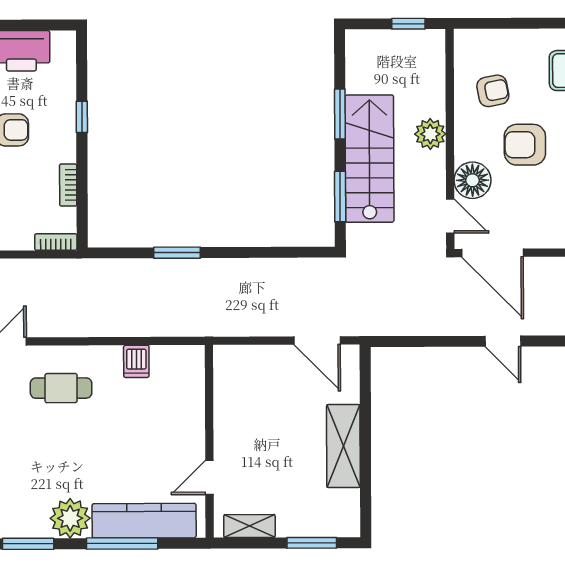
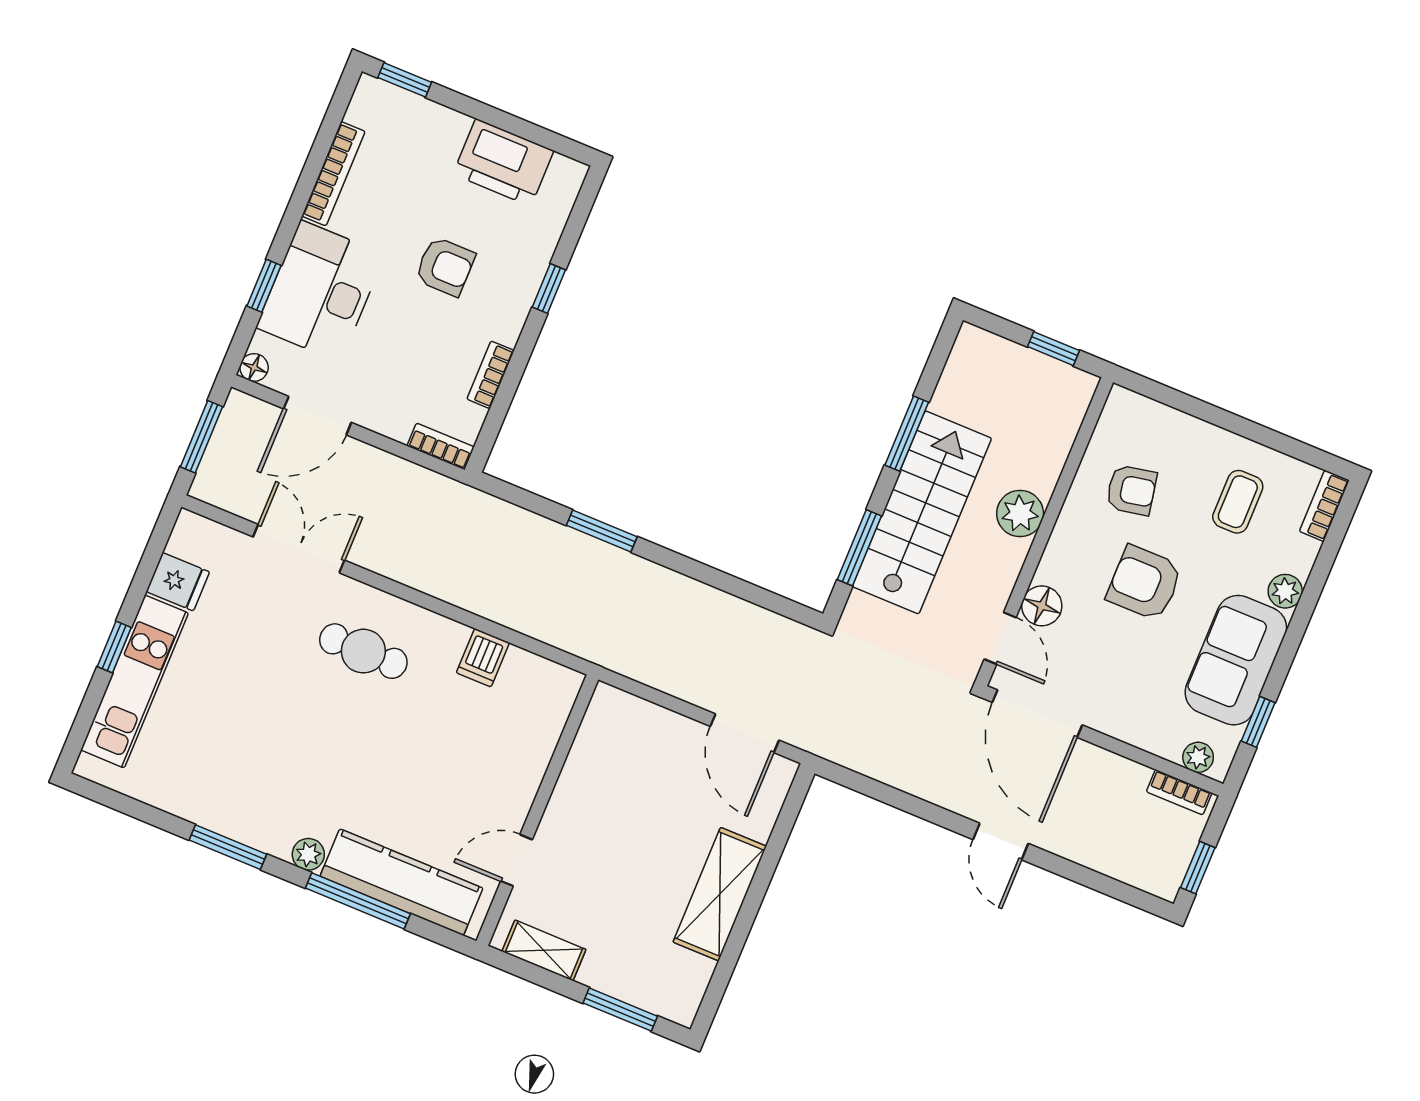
floor lamp: (472, 180) -> (1042, 606), width x0.73, depth x0.73
plant: (70, 518) -> (308, 854), width x0.53, depth x0.53

